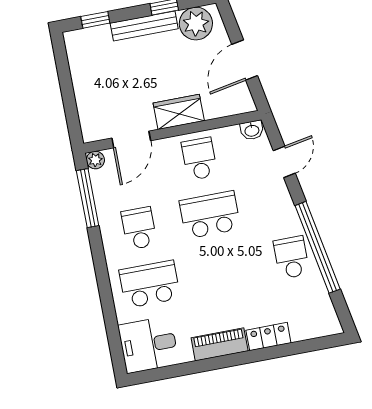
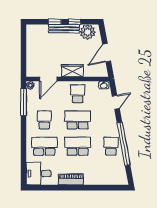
window: (95, 20) -> (55, 22), moved
school desk: (221, 271) -> (78, 146), added
locker: (268, 337) -> (94, 180), removed

